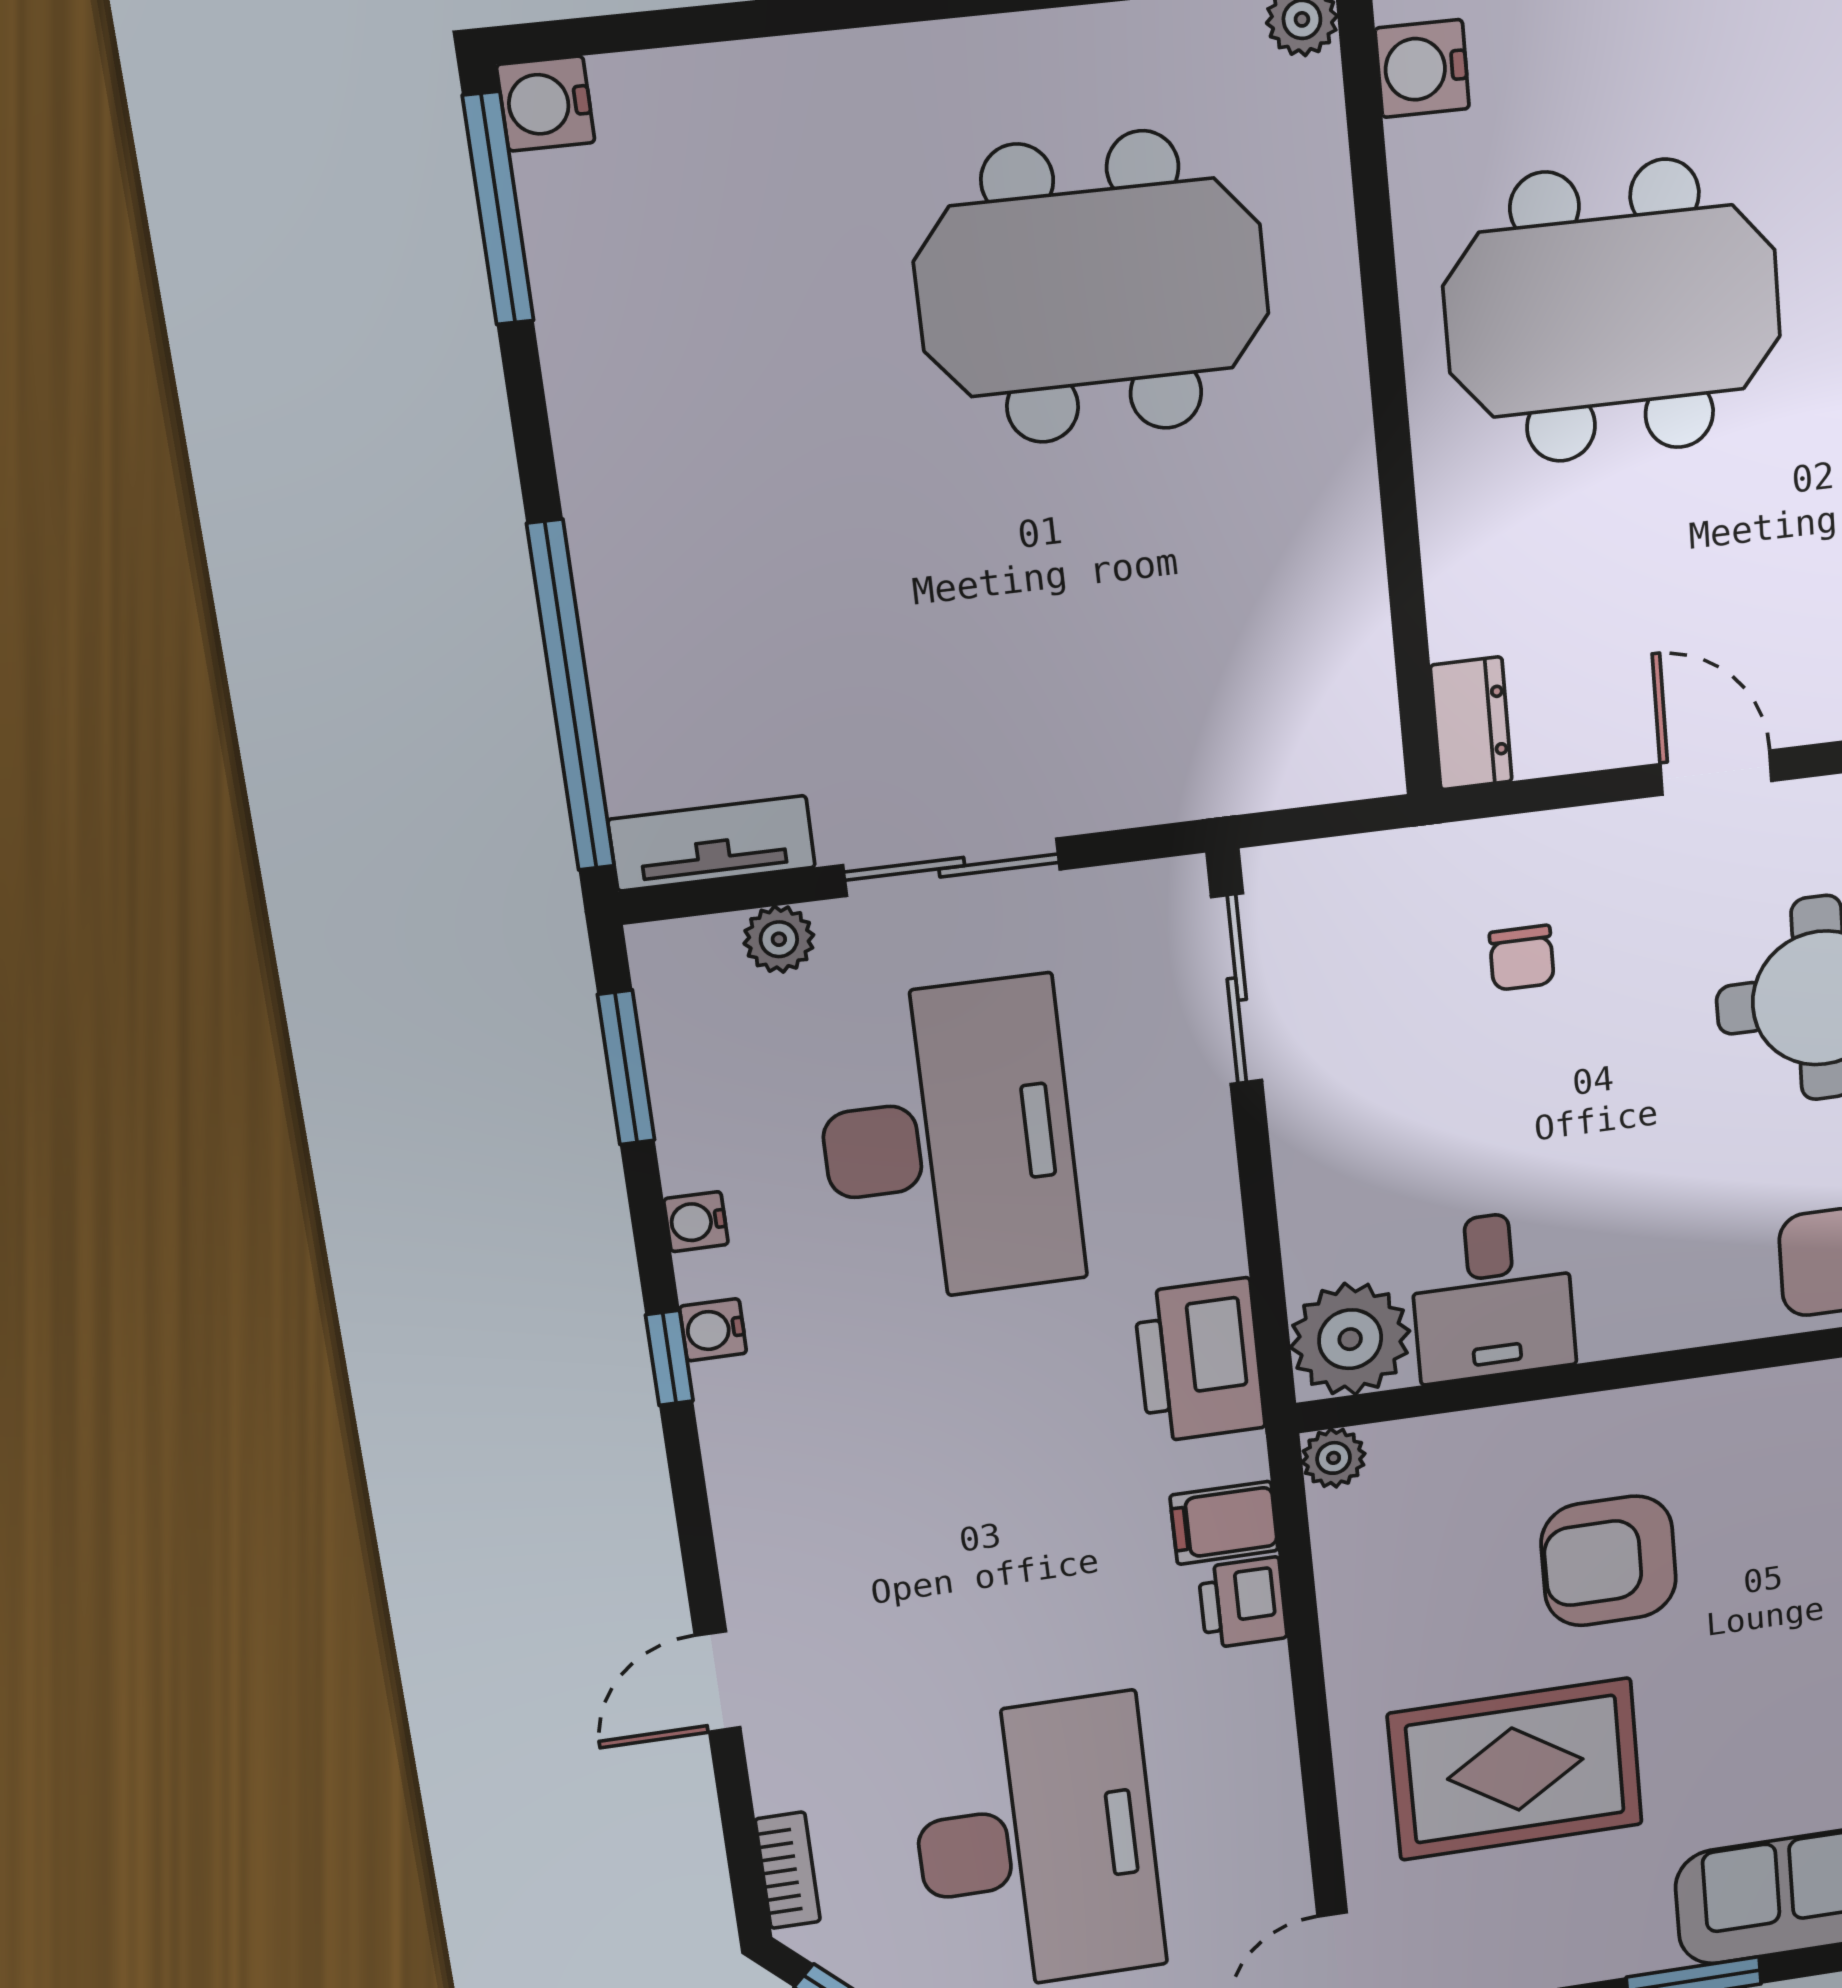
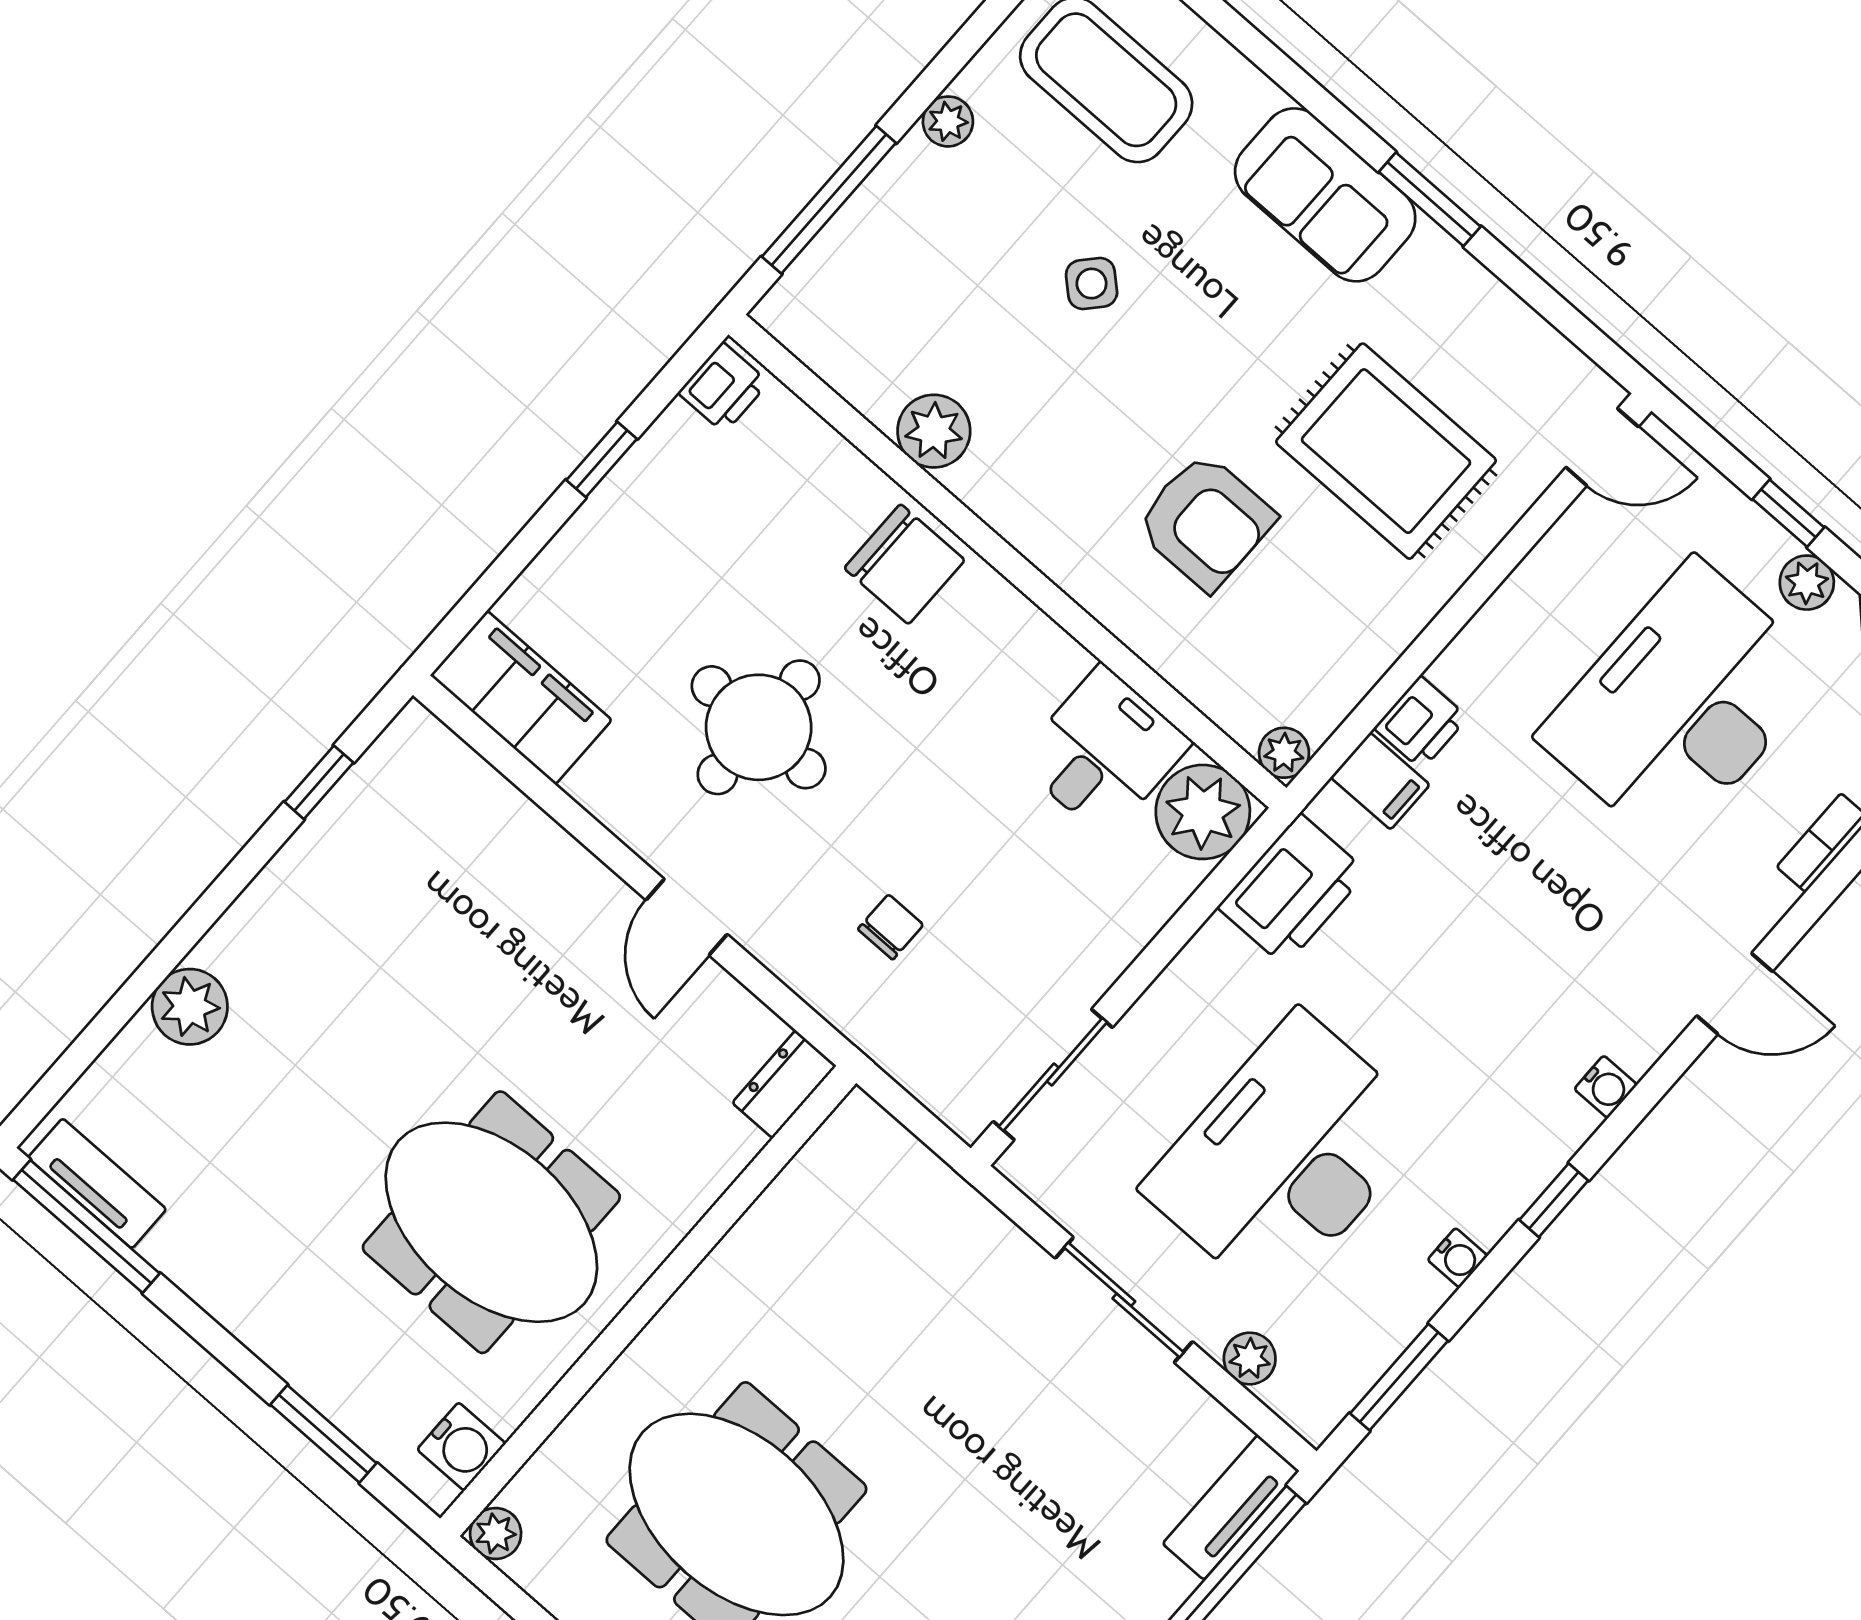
tv unit: (712, 843) -> (1231, 1507), moved, turned 90
water cooler: (713, 1330) -> (1606, 1087), moved

